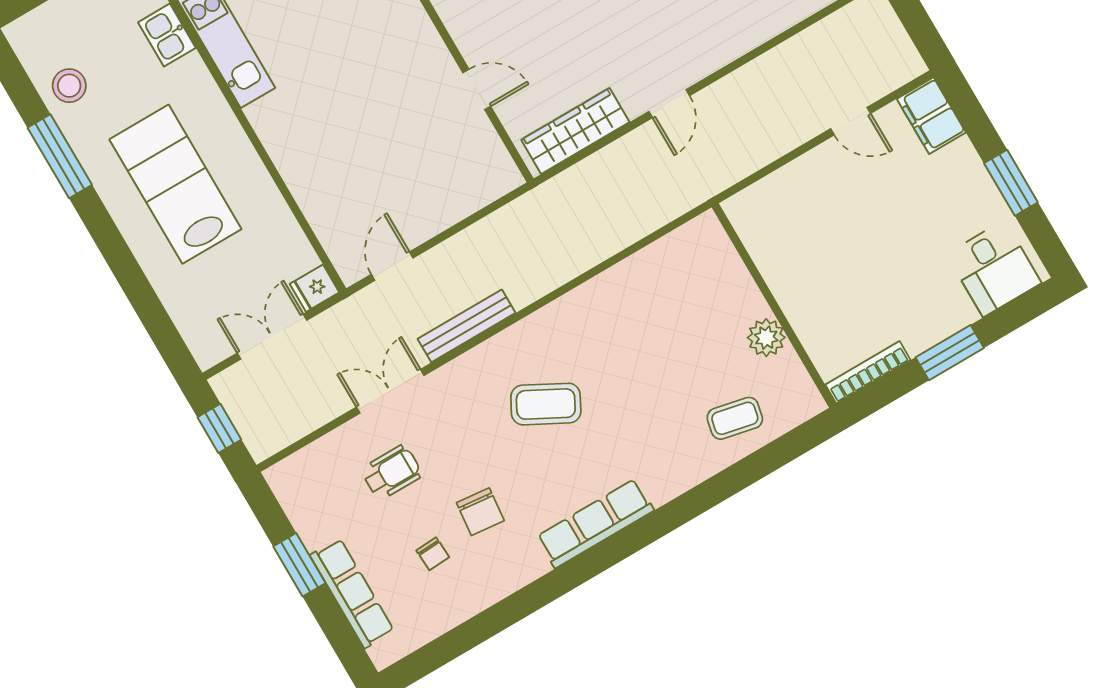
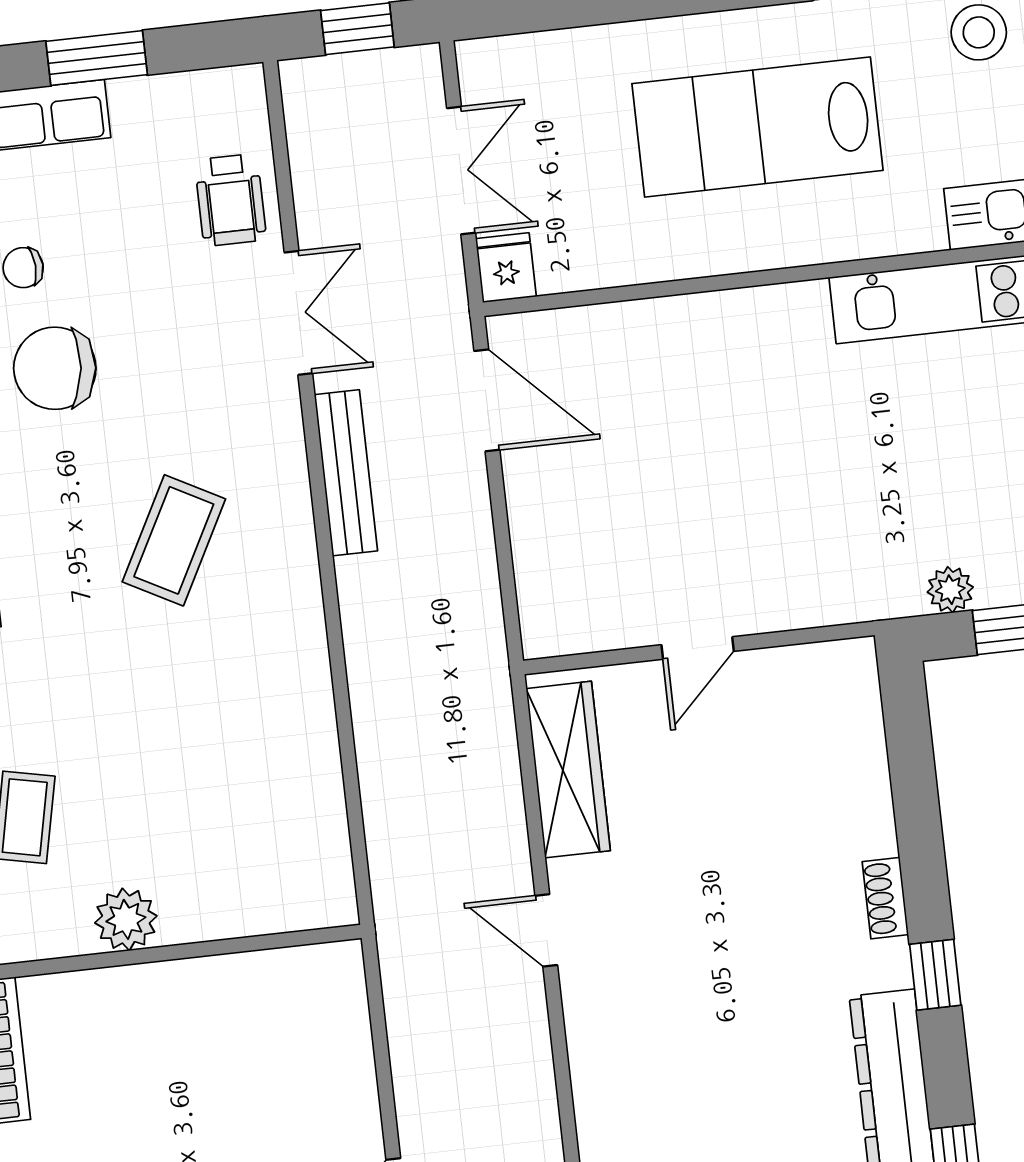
lab bench: (175, 184) -> (757, 127), turned 180
door: (392, 266) -> (487, 400), width x1.38
wheelchair: (392, 472) -> (230, 200), moved
chair: (480, 512) -> (55, 368), width x1.37, depth x1.37

